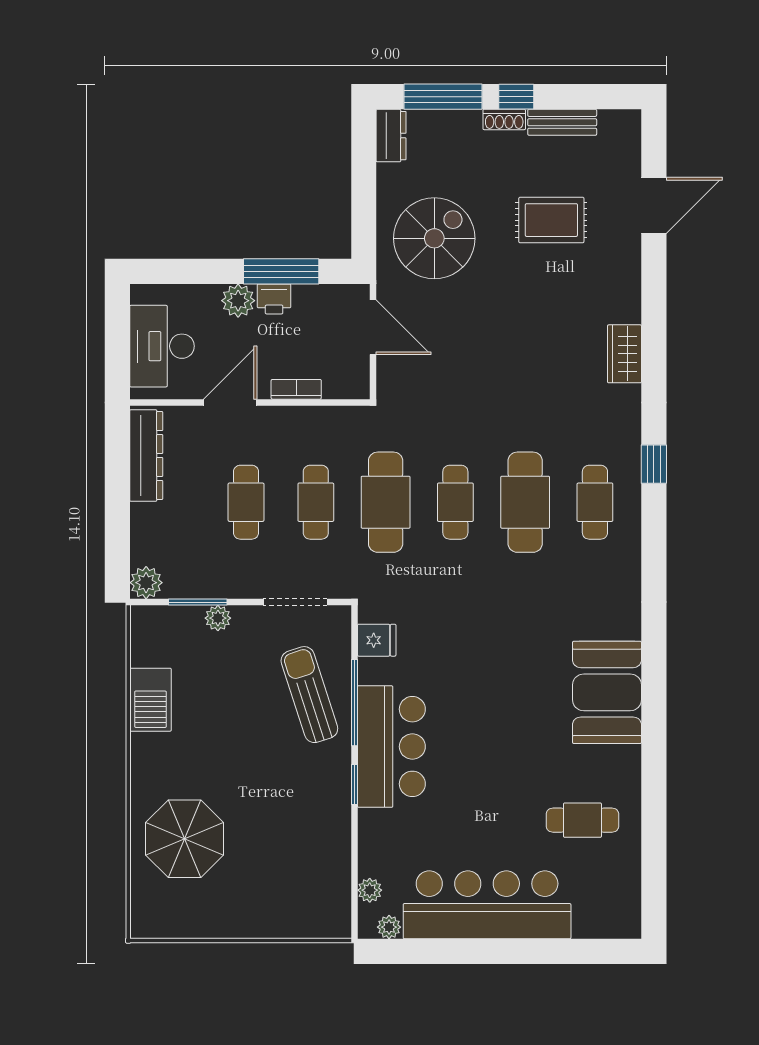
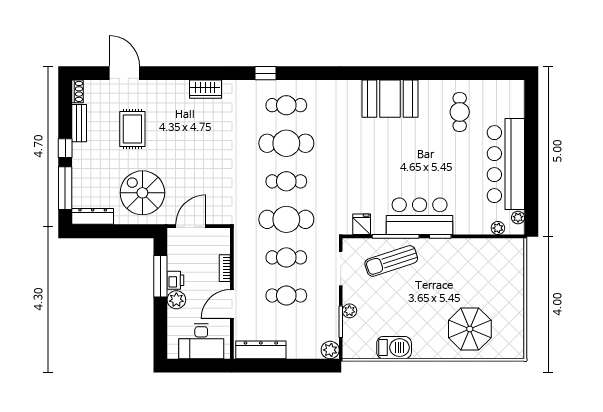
shoe rack: (504, 119) -> (78, 91), moved
dresser: (391, 136) -> (93, 216), width x1.44
door: (230, 402) -> (232, 304), hinge flipped

